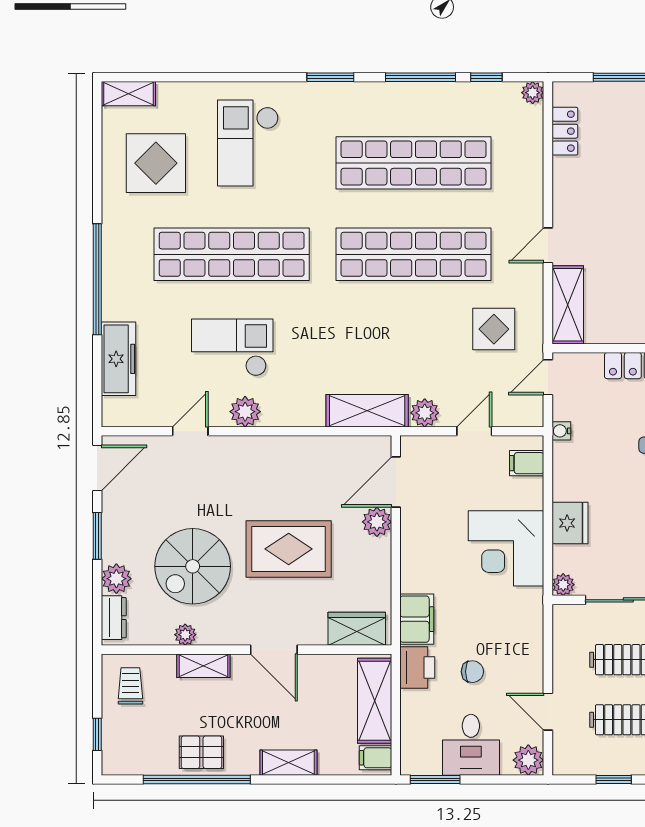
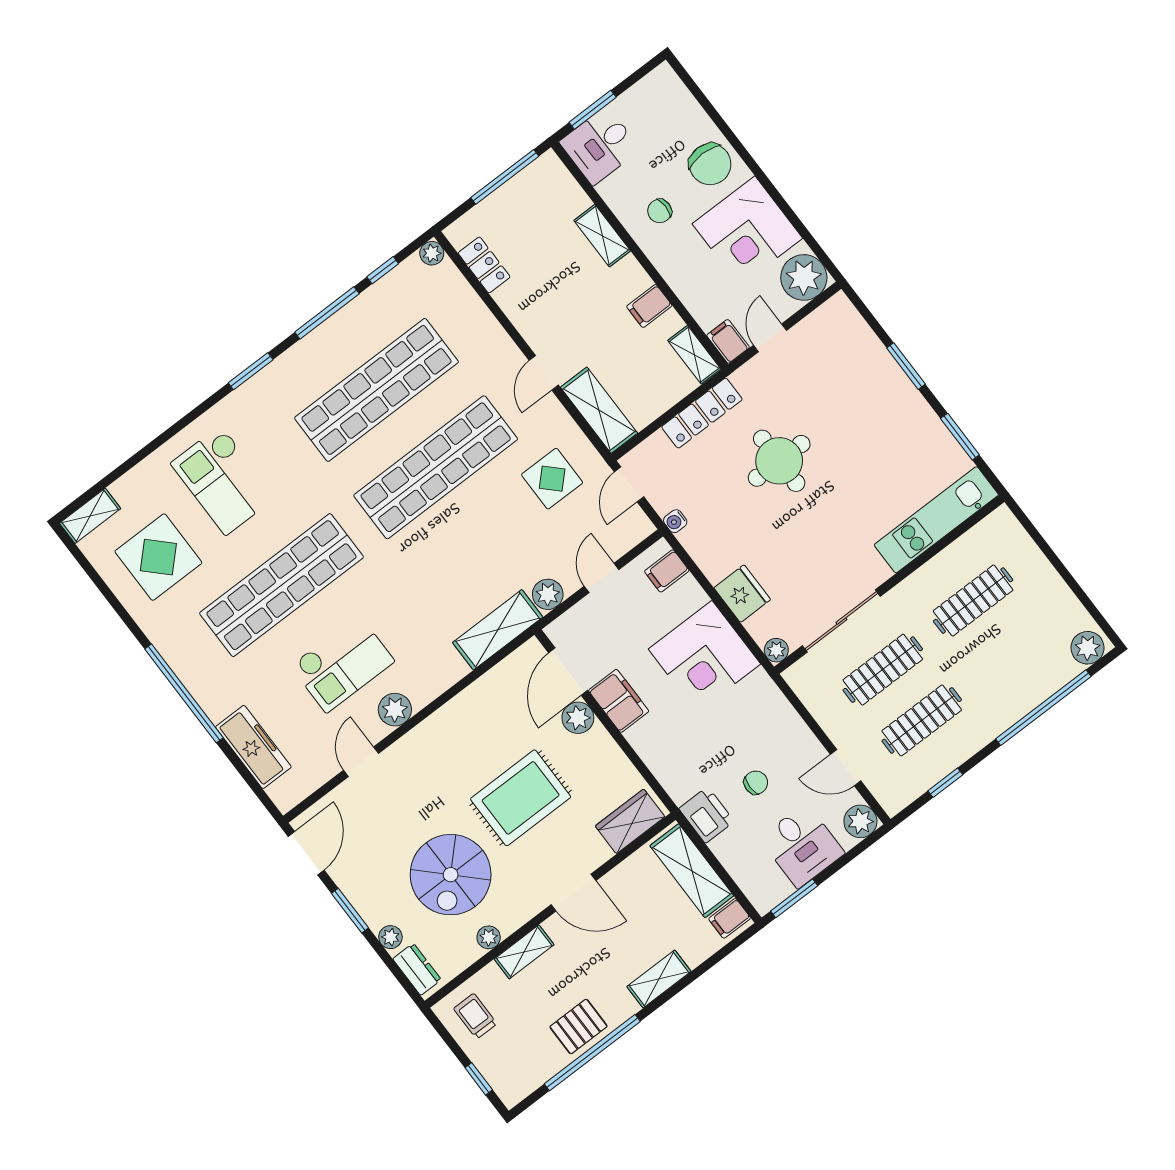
checkout: (232, 347) -> (342, 664), turned 180
plant: (116, 579) -> (390, 937), width x0.73, depth x0.73
filing cabinet: (417, 619) -> (619, 701), moved

